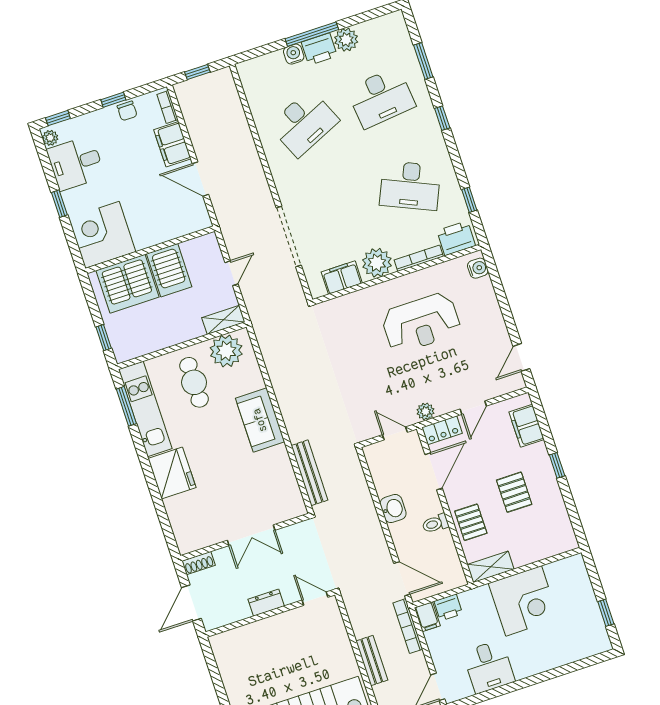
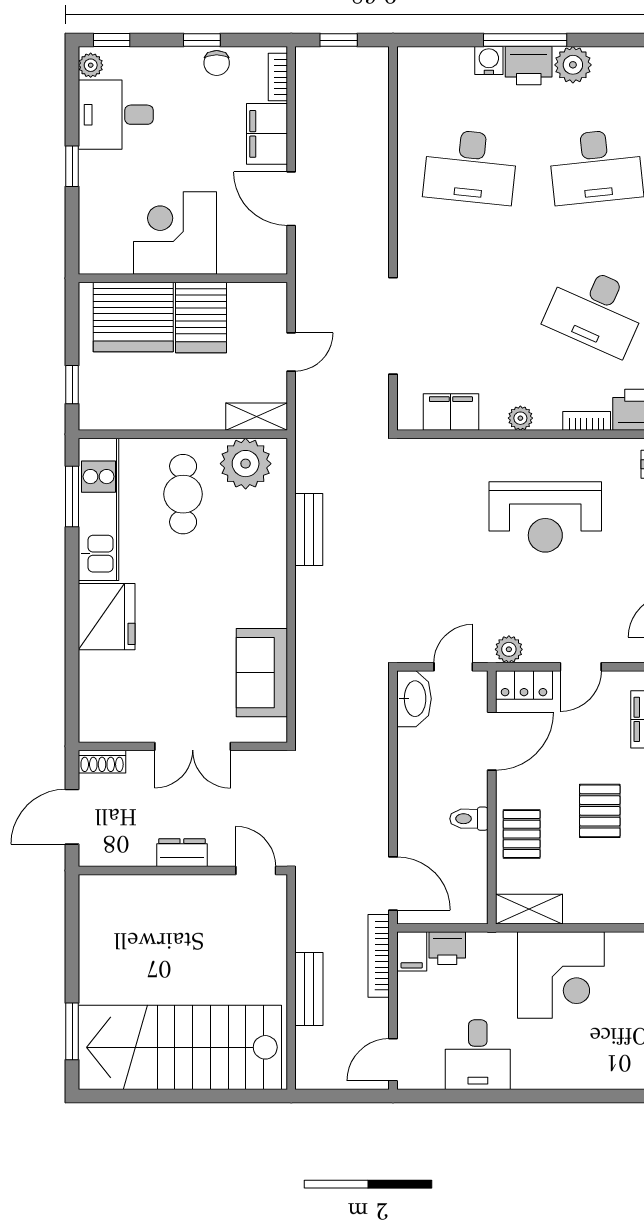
desk: (304, 123) -> (470, 167), turned 30
corner desk: (102, 235) -> (175, 233), moved
bookcase: (419, 258) -> (587, 421), width x0.64
plant: (377, 263) -> (520, 418), width x0.53, depth x0.53
sofa: (260, 420) -> (262, 673), moved
door: (395, 433) -> (453, 667), hinge flipped
bench: (310, 473) -> (309, 529), moved, width x0.73
washbasin: (393, 509) -> (414, 699), moved, width x1.38

